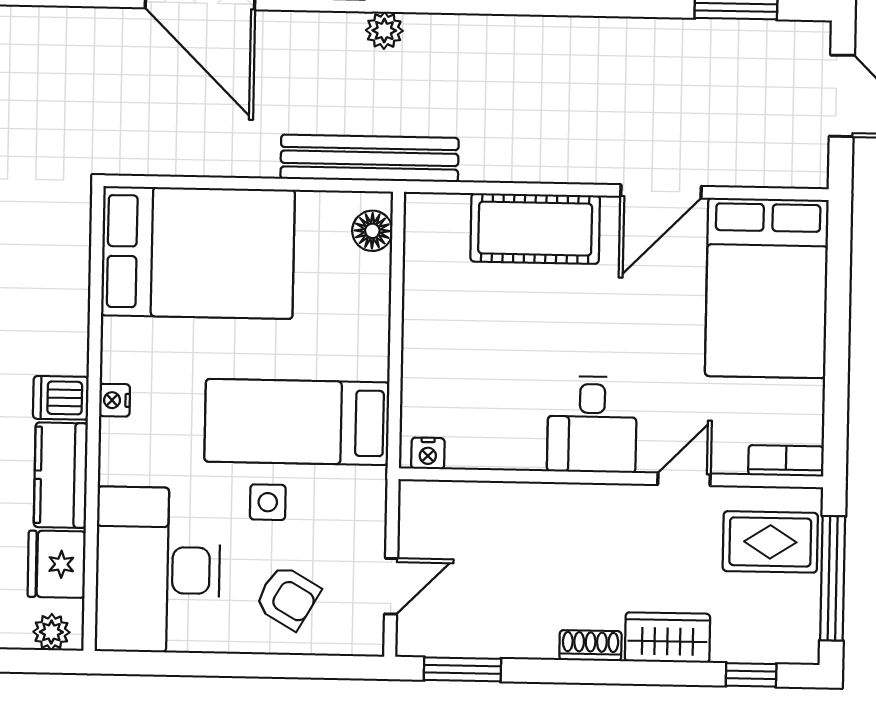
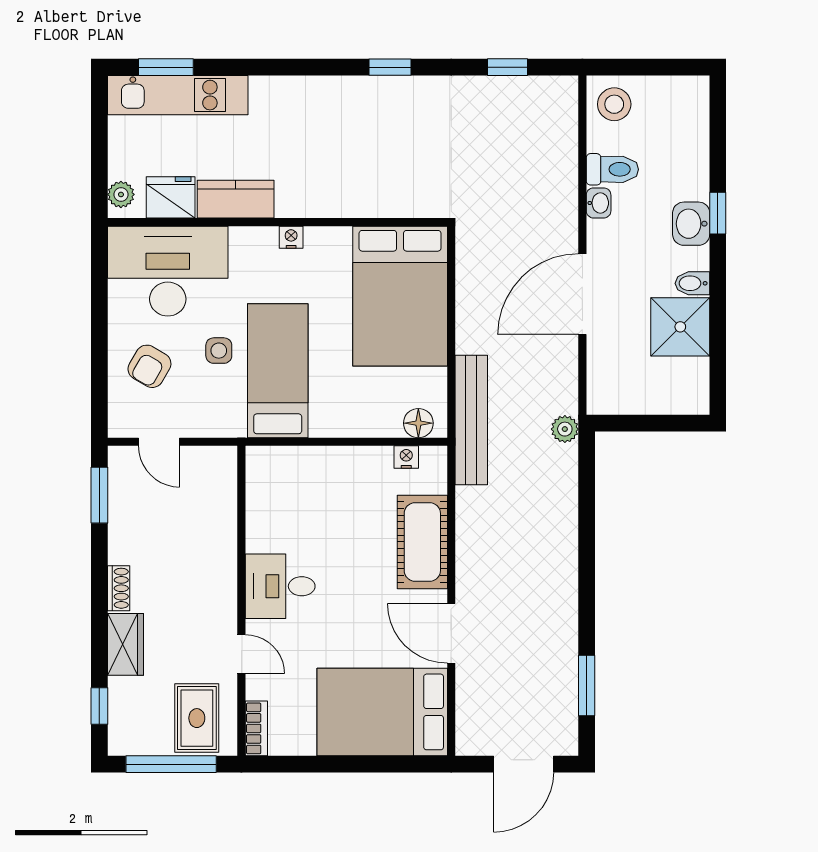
dishwasher: (61, 398) -> (292, 198), removed
nightstand: (428, 453) -> (406, 457), moved, turned 90

